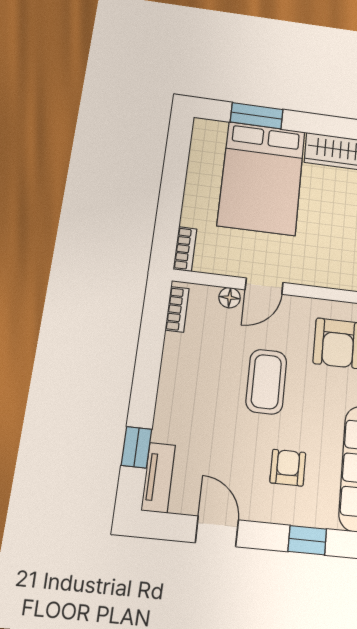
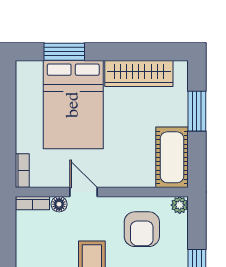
door: (264, 286) -> (83, 192), swing flipped
bookcase: (177, 309) -> (33, 203), moved, turned 90

